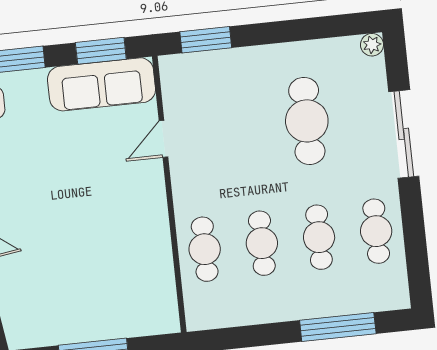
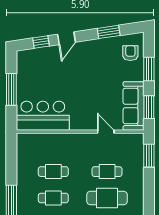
cafe table: (205, 249) -> (107, 172), moved
bar counter: (143, 279) -> (43, 116), added

